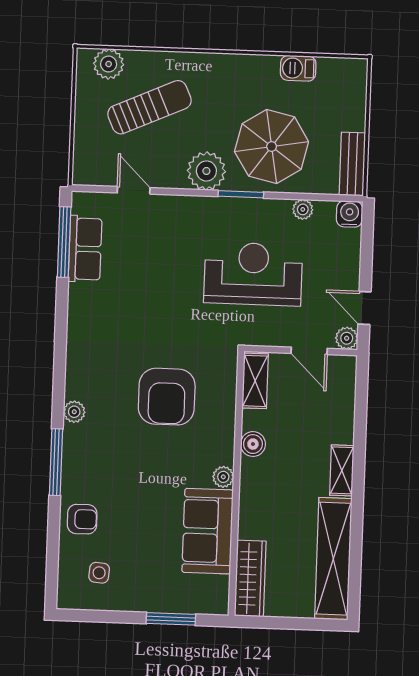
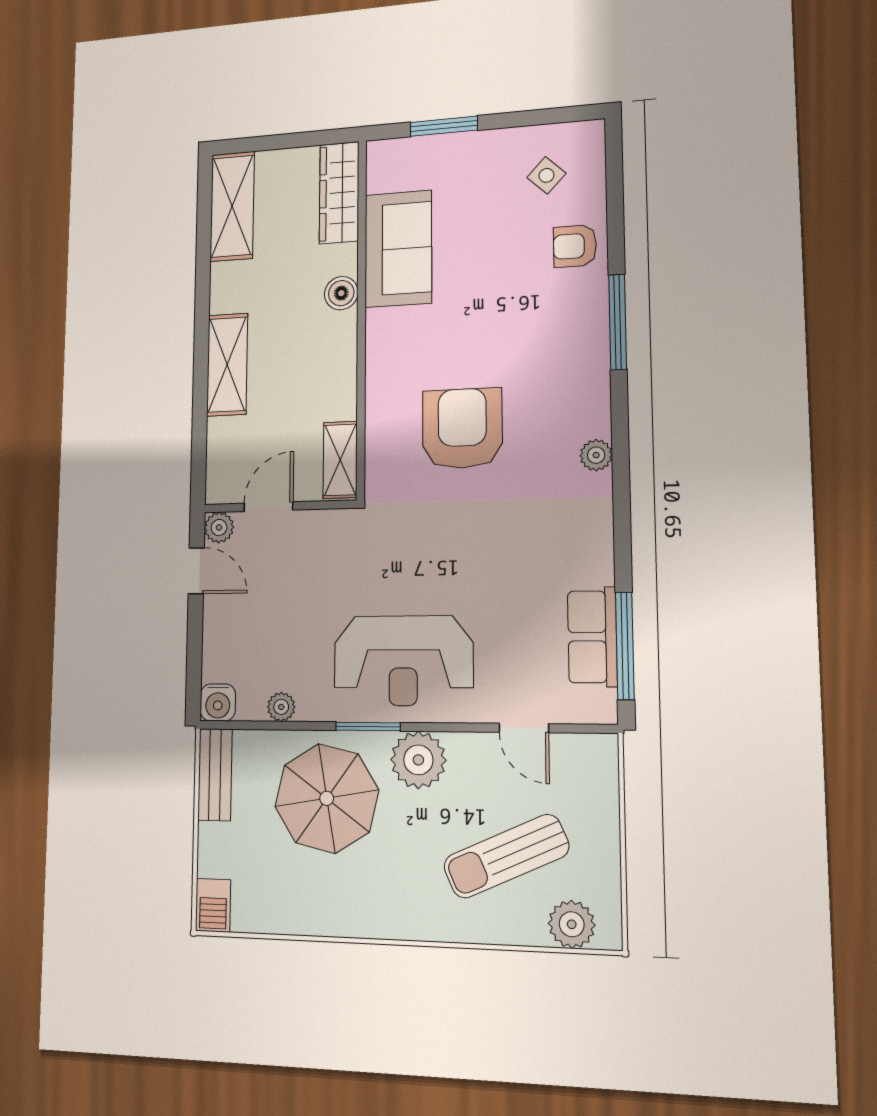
barbecue: (298, 68) -> (213, 905), moved, turned 90
reception desk: (253, 274) -> (403, 661), moved
door: (309, 351) -> (268, 507), hinge flipped
plant: (74, 412) -> (596, 455), moved
boiler: (253, 444) -> (341, 293), moved
shelving: (342, 470) -> (227, 365), width x1.50, depth x1.33
plant: (223, 477) -> (379, 324), removed
shelving: (333, 559) -> (232, 206), width x0.68
side table: (99, 573) -> (546, 175), turned 38

